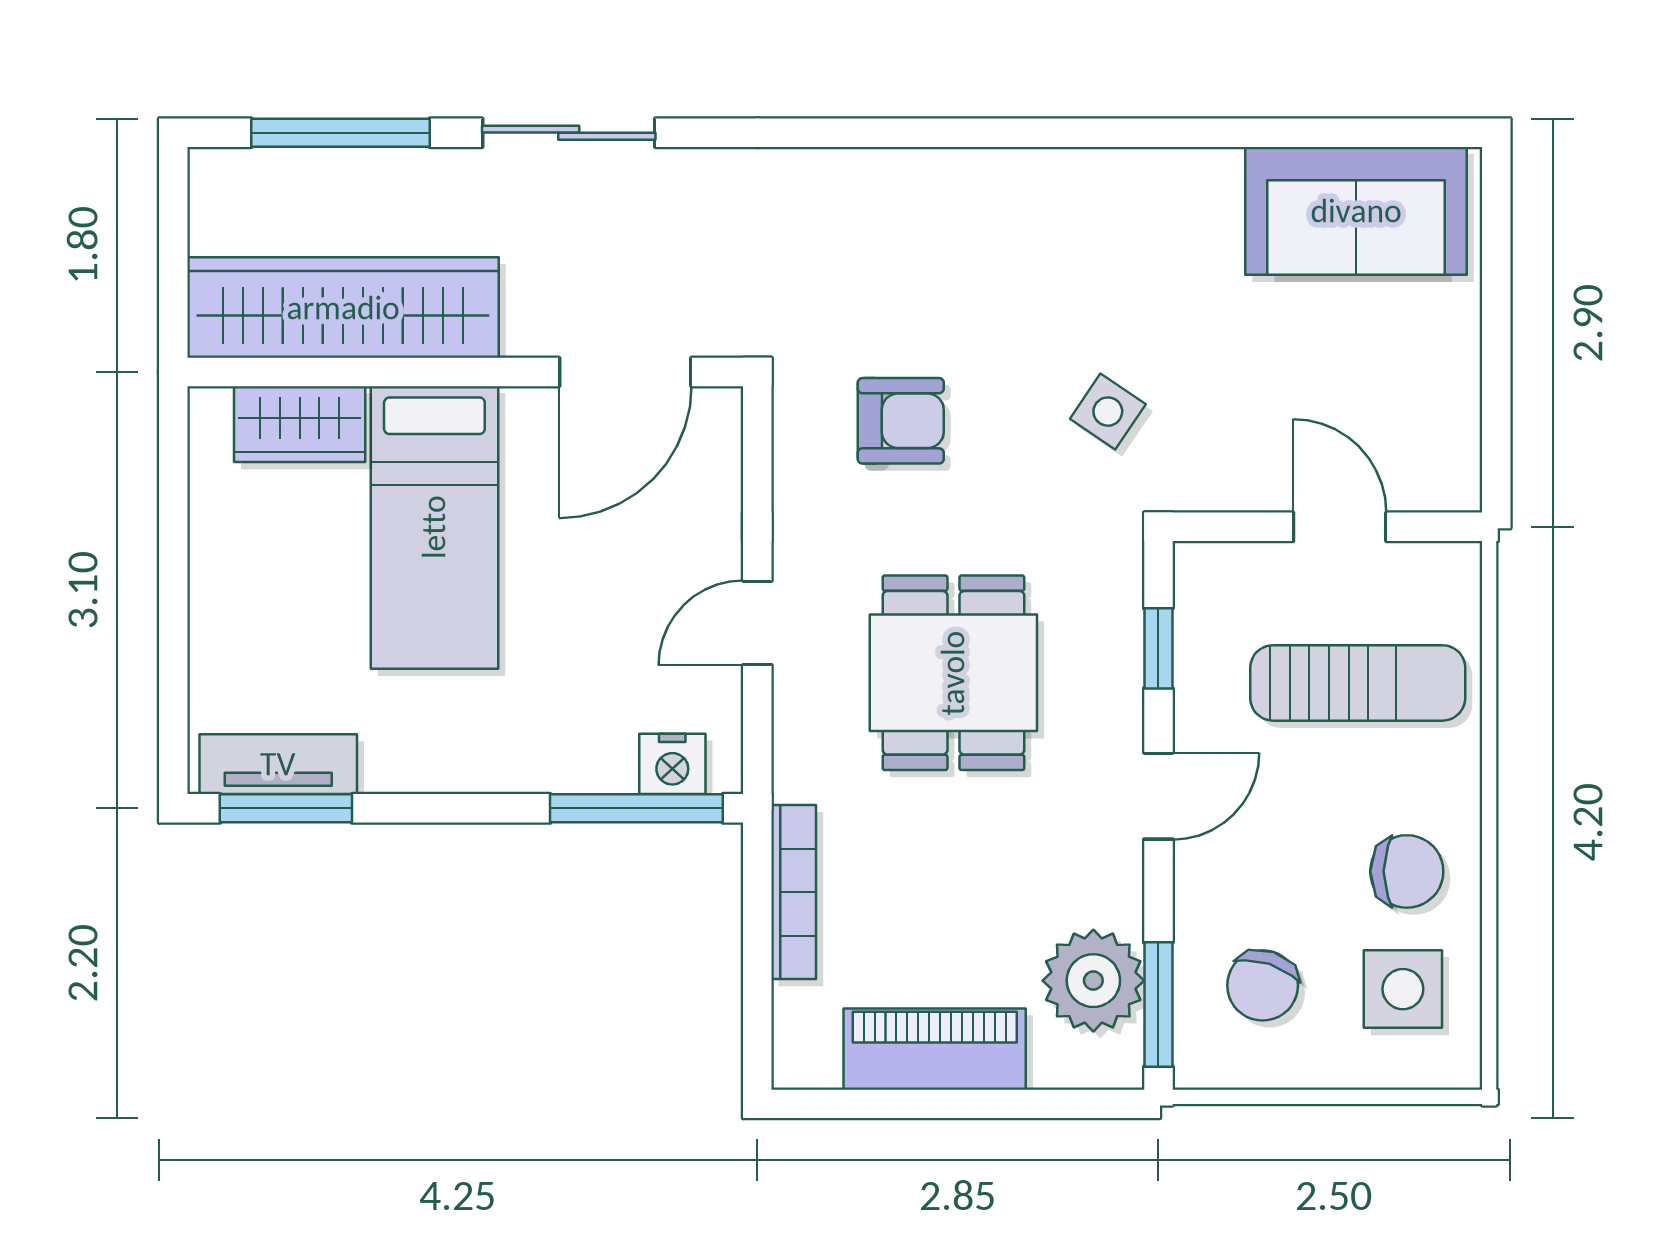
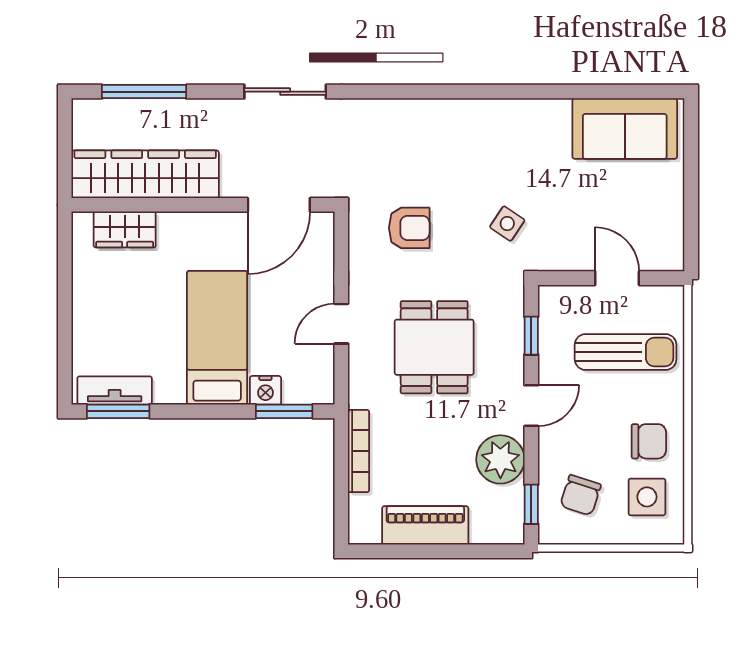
sliding door: (569, 133) -> (285, 92), moved
bed: (434, 527) -> (217, 338), moved, turned 180
nightstand: (672, 764) -> (265, 390), moved
window: (636, 808) -> (284, 411), width x0.69
plant: (1093, 981) -> (500, 459), moved
window: (1158, 1004) -> (531, 504), width x0.67

